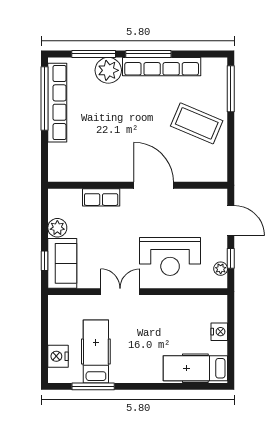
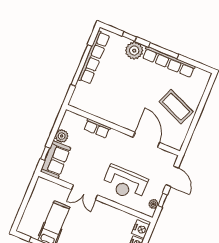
window: (94, 54) -> (129, 37), width x0.46
window: (231, 89) -> (206, 94), removed
window: (45, 98) -> (81, 65), moved
door: (154, 185) -> (146, 140), moved
double door: (120, 292) -> (85, 192), swing flipped
nightstand: (58, 356) -> (141, 229), moved, turned 180

